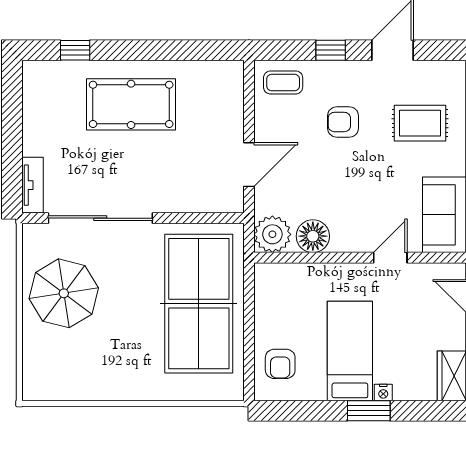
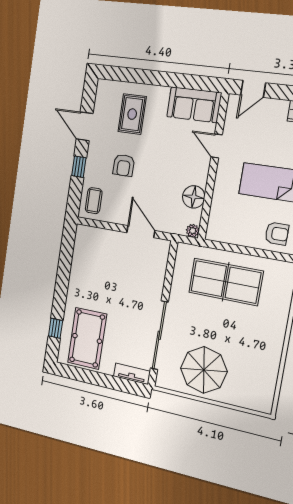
pool table: (131, 104) -> (87, 338), moved
plant: (272, 234) -> (193, 231), width x0.53, depth x0.53
table tennis table: (199, 304) -> (226, 282), width x0.73, depth x0.76

